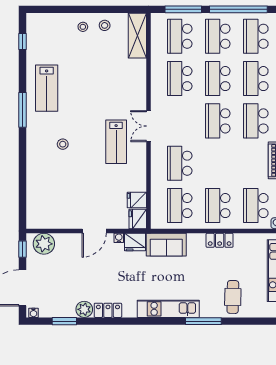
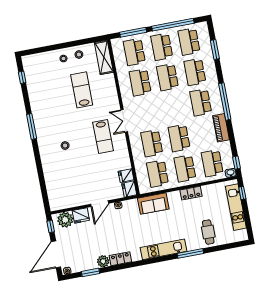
lab bench: (47, 88) -> (82, 90), moved, turned 180
school desk: (218, 121) -> (179, 138), moved
fridge: (135, 242) -> (81, 215), moved

